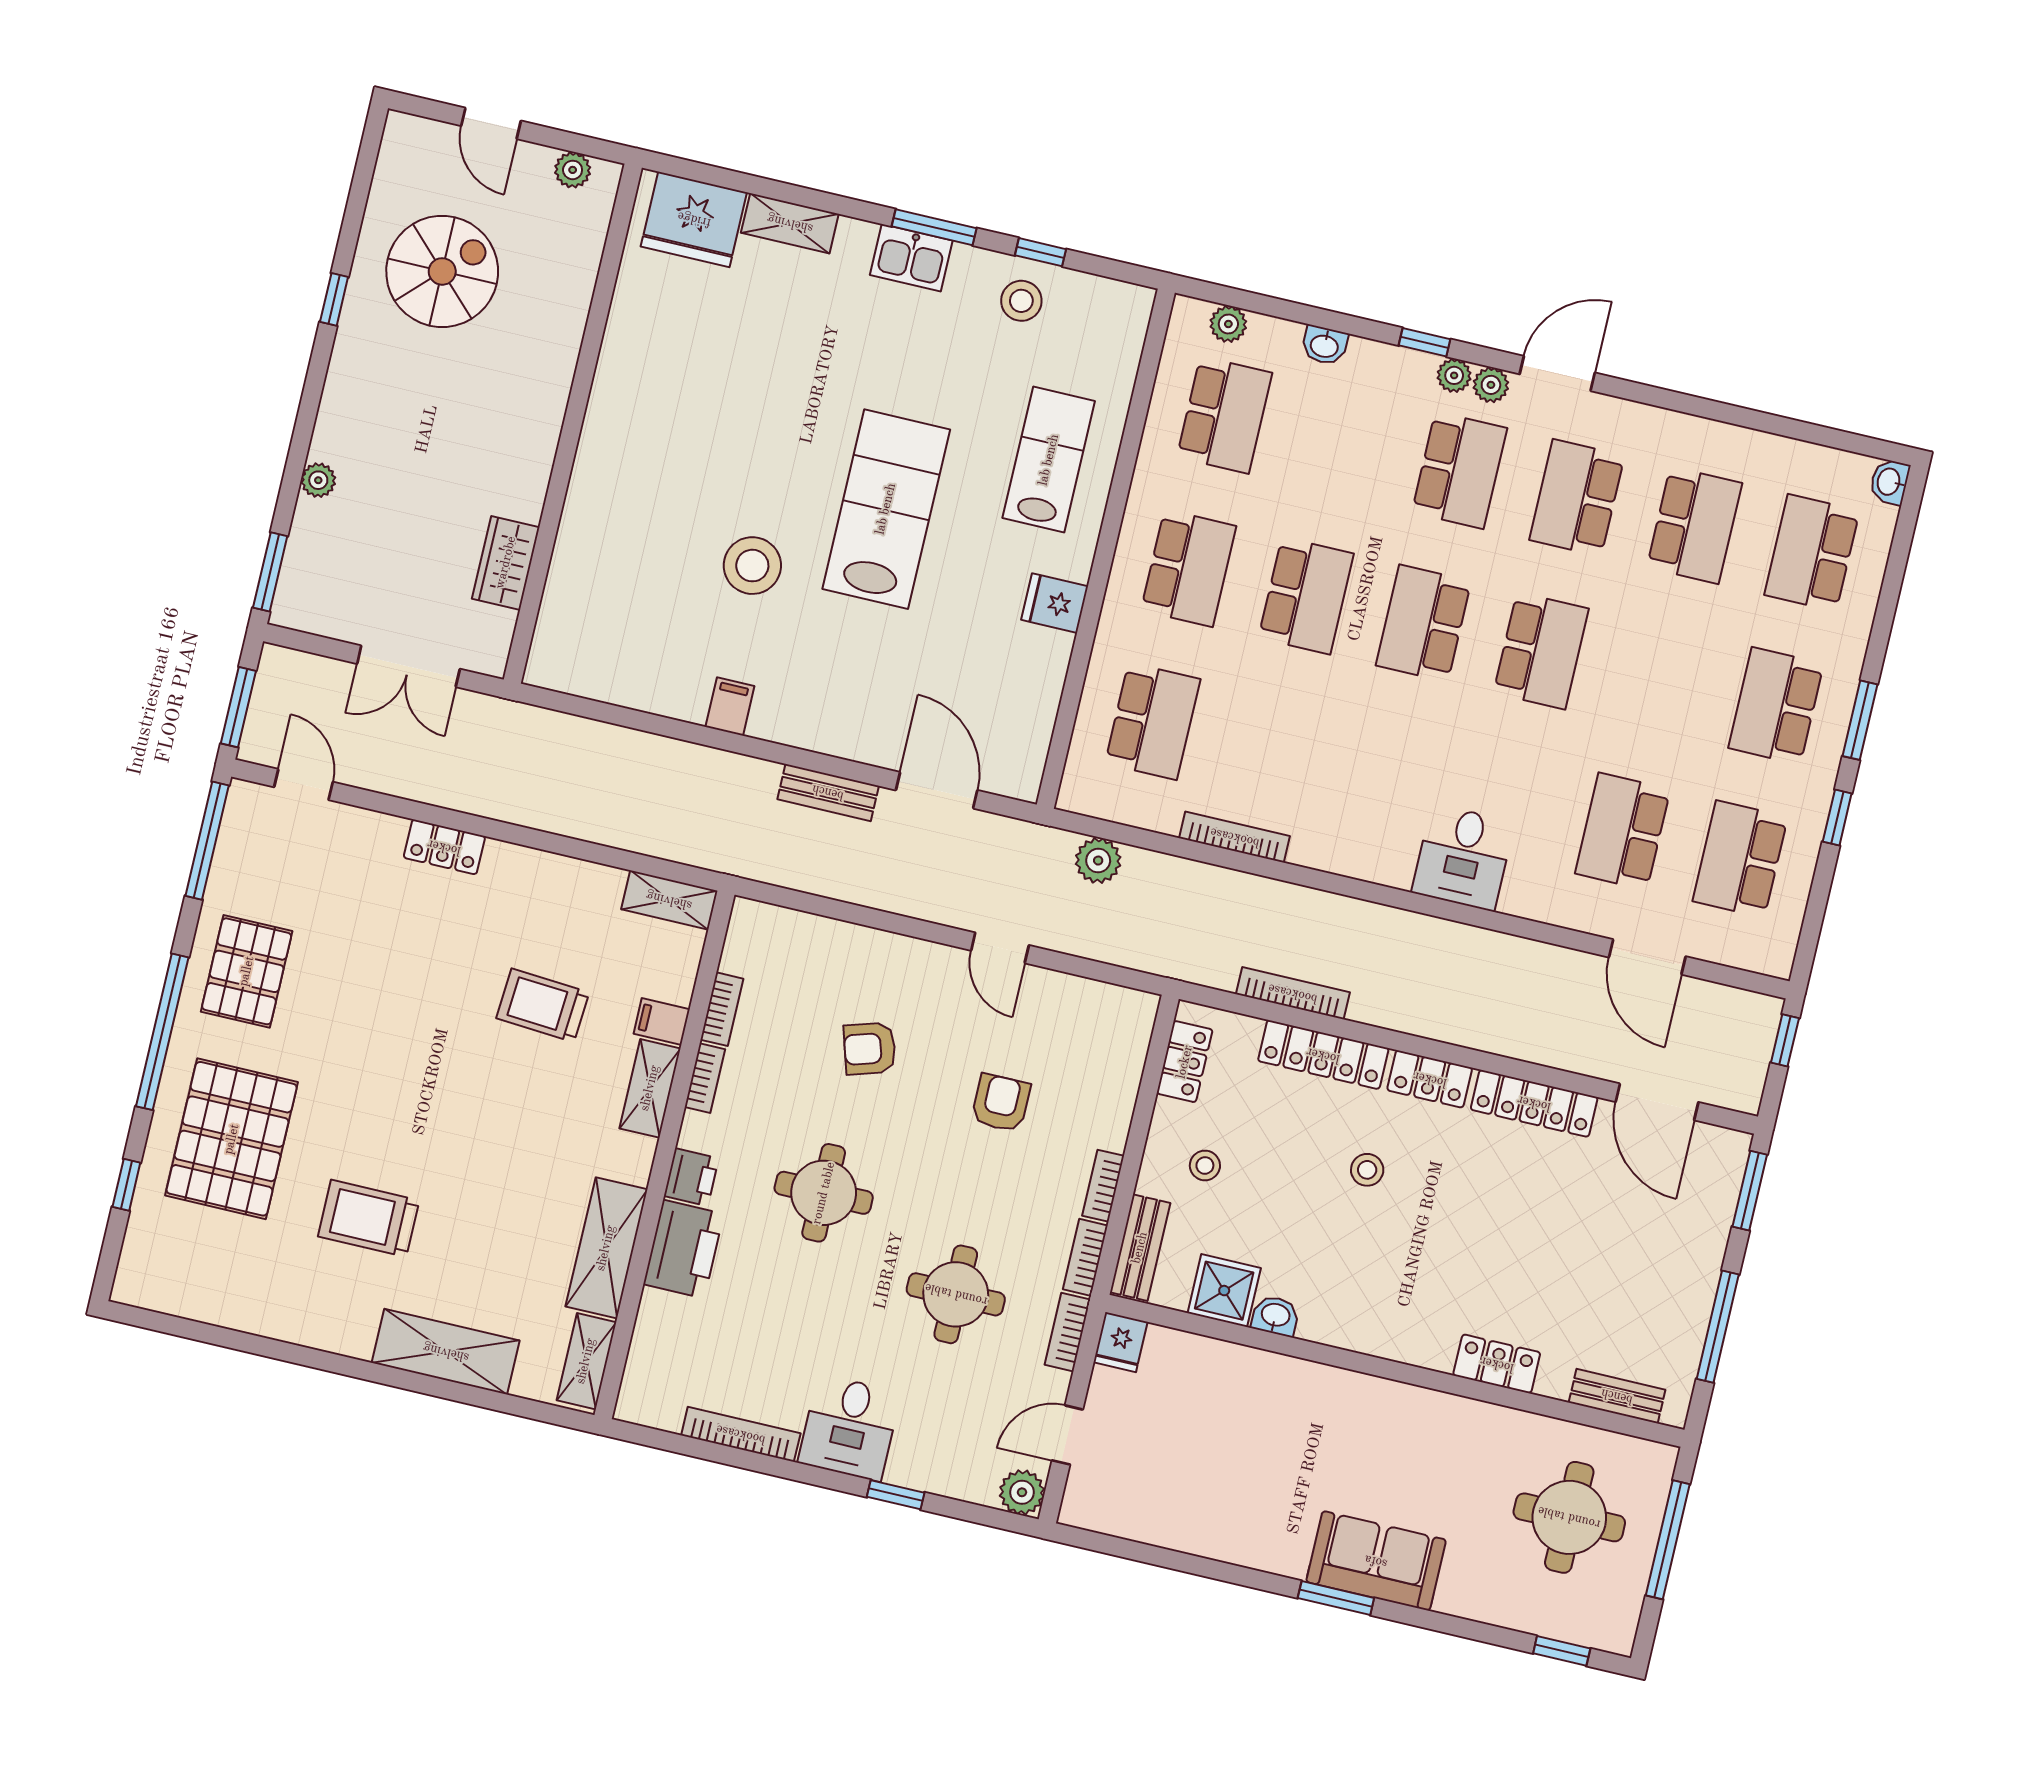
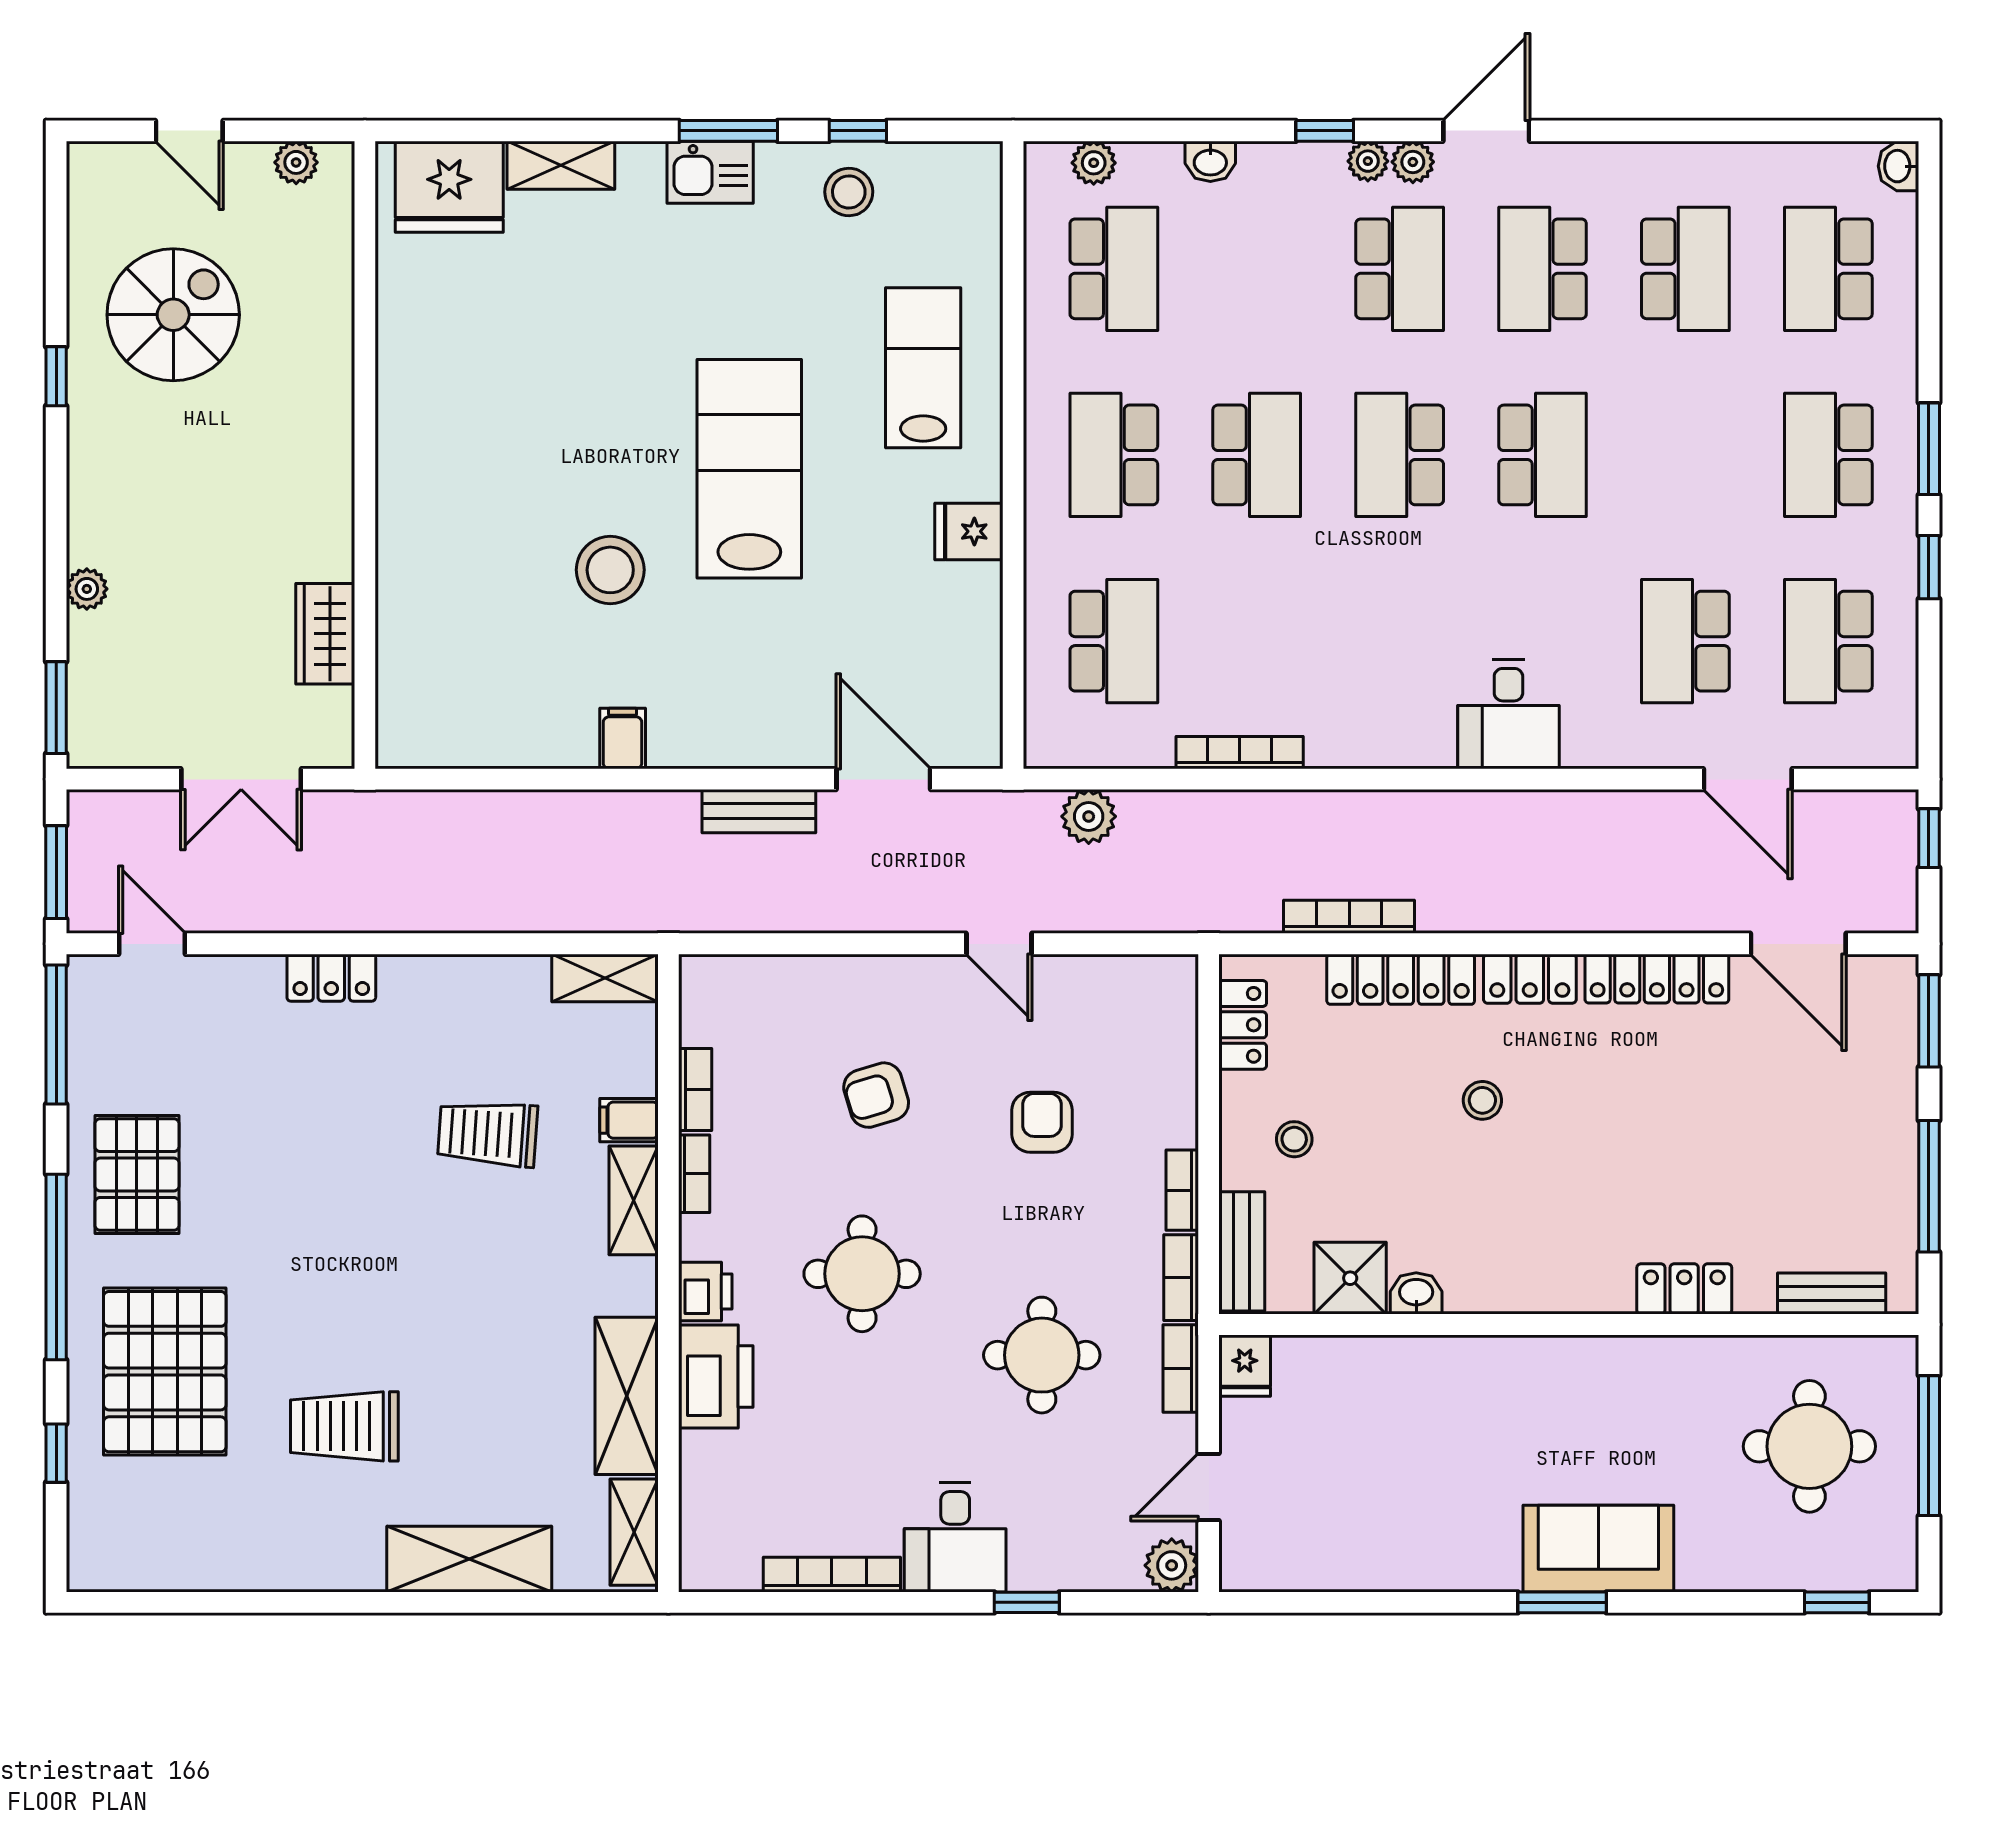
school desk: (1189, 568) -> (1114, 455), turned 180

